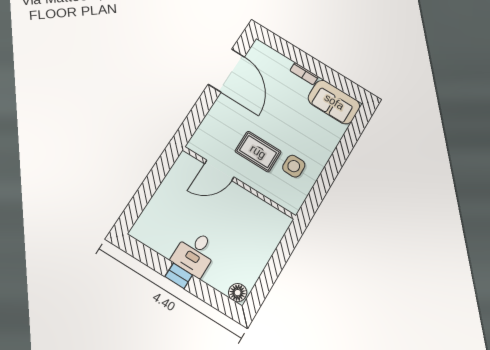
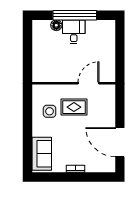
sofa: (334, 102) -> (42, 154), moved, turned 90
window: (179, 276) -> (75, 15), width x3.17
floor lamp: (238, 293) -> (56, 25), moved

